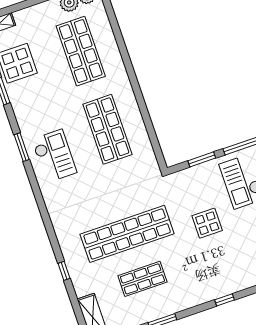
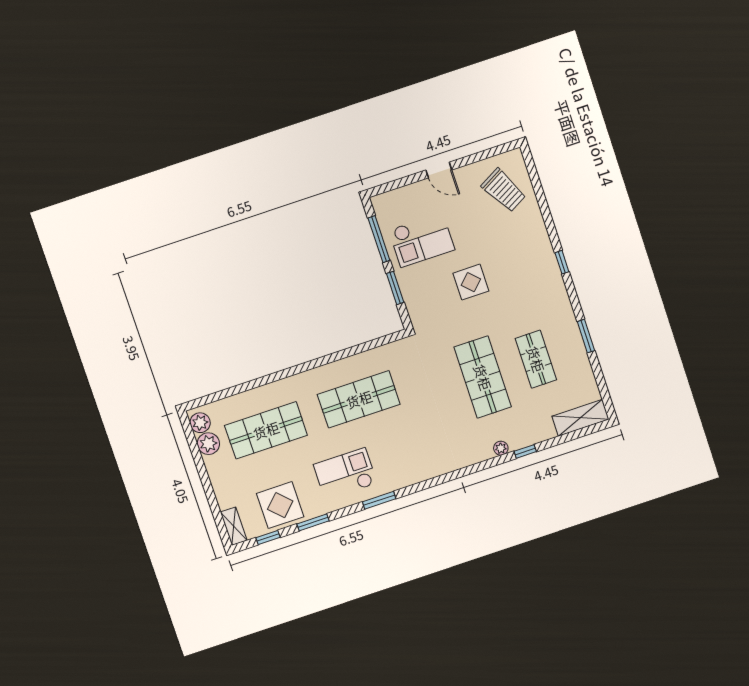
checkout: (54, 156) -> (345, 474), moved
shop shelf: (127, 234) -> (483, 377), width x0.71
plant: (67, 250) -> (501, 448), added

